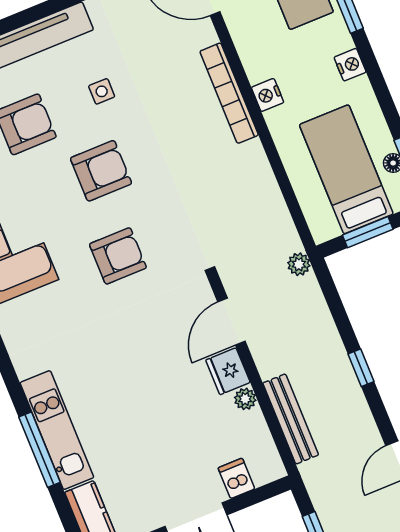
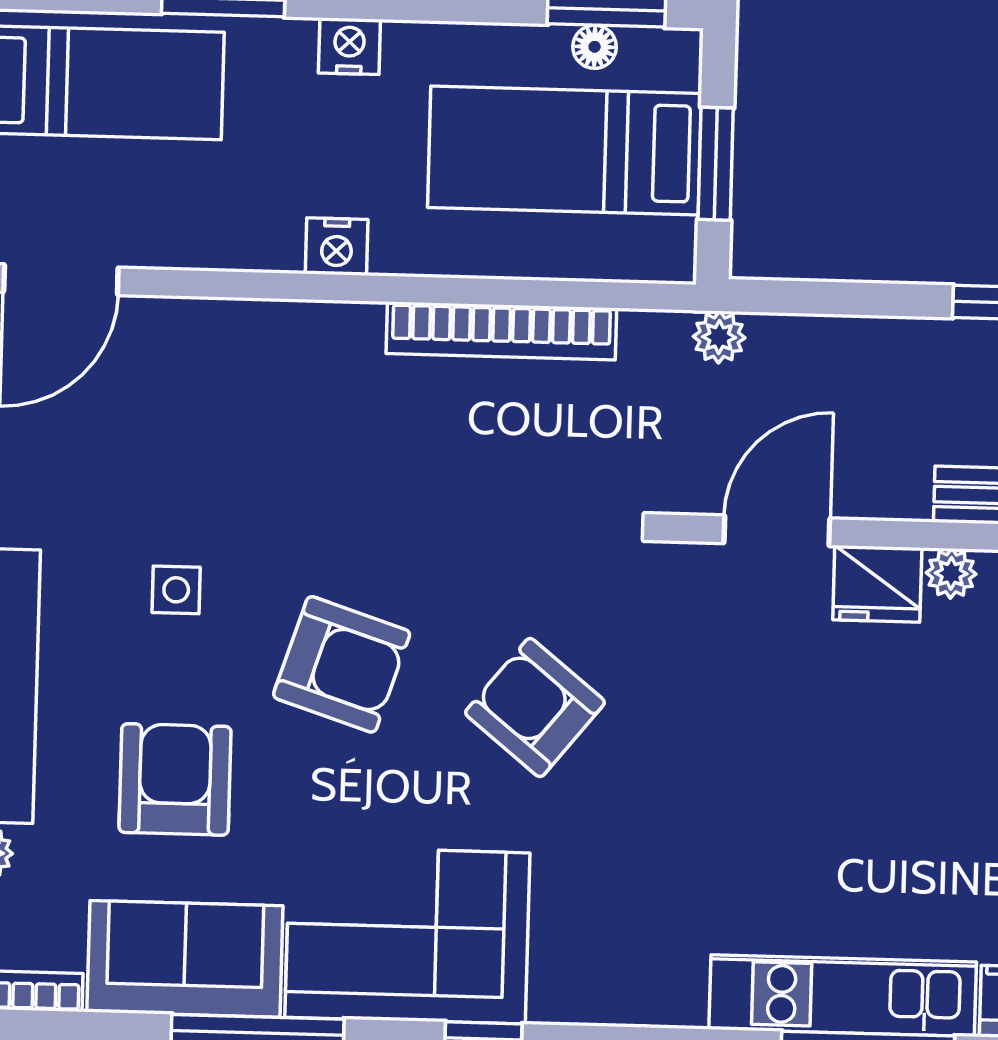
bookcase: (229, 93) -> (501, 331), moved
armchair: (101, 171) -> (342, 664), turned 108
armchair: (118, 256) -> (535, 708), turned -51
door: (231, 322) -> (777, 531), swing flipped

